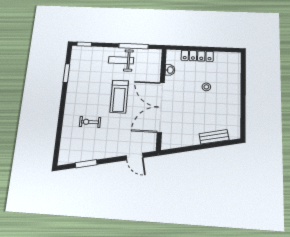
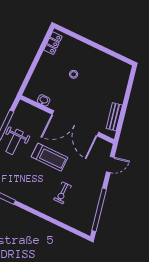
locker: (197, 56) -> (53, 43), moved, width x0.66
bench: (214, 137) -> (114, 117), moved
window: (86, 164) -> (99, 210), width x2.11

